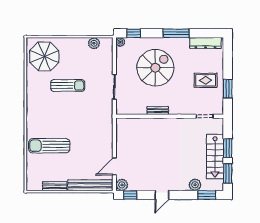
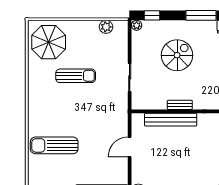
spiral stairs: (155, 68) -> (177, 55), width x0.73, depth x0.73
bench: (150, 123) -> (171, 120), added
door: (114, 166) -> (130, 147), moved

